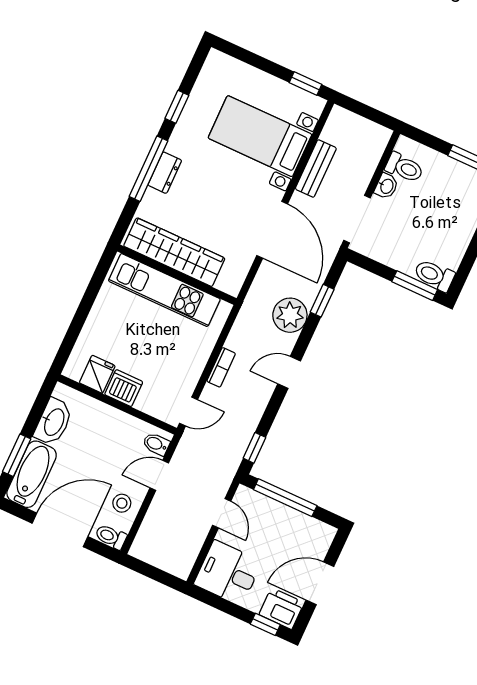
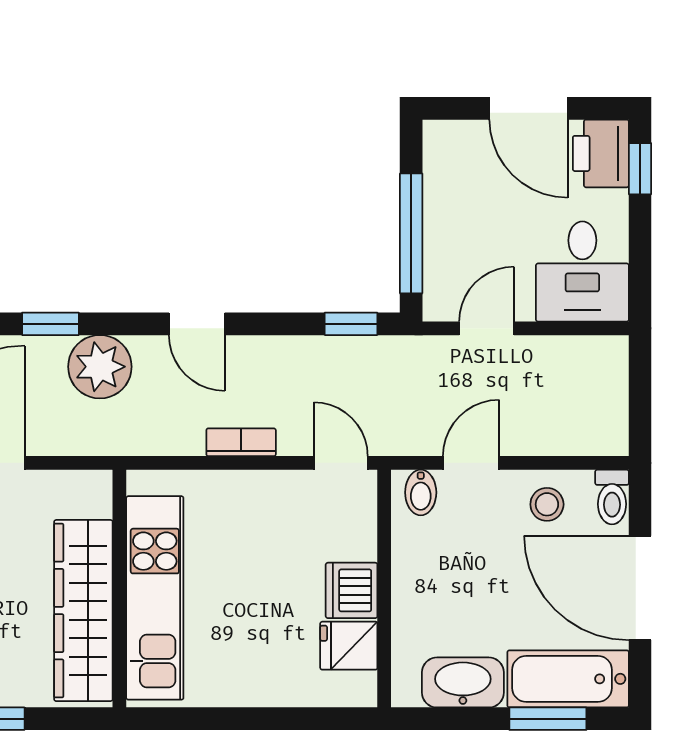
door: (159, 475) -> (471, 463), swing flipped

